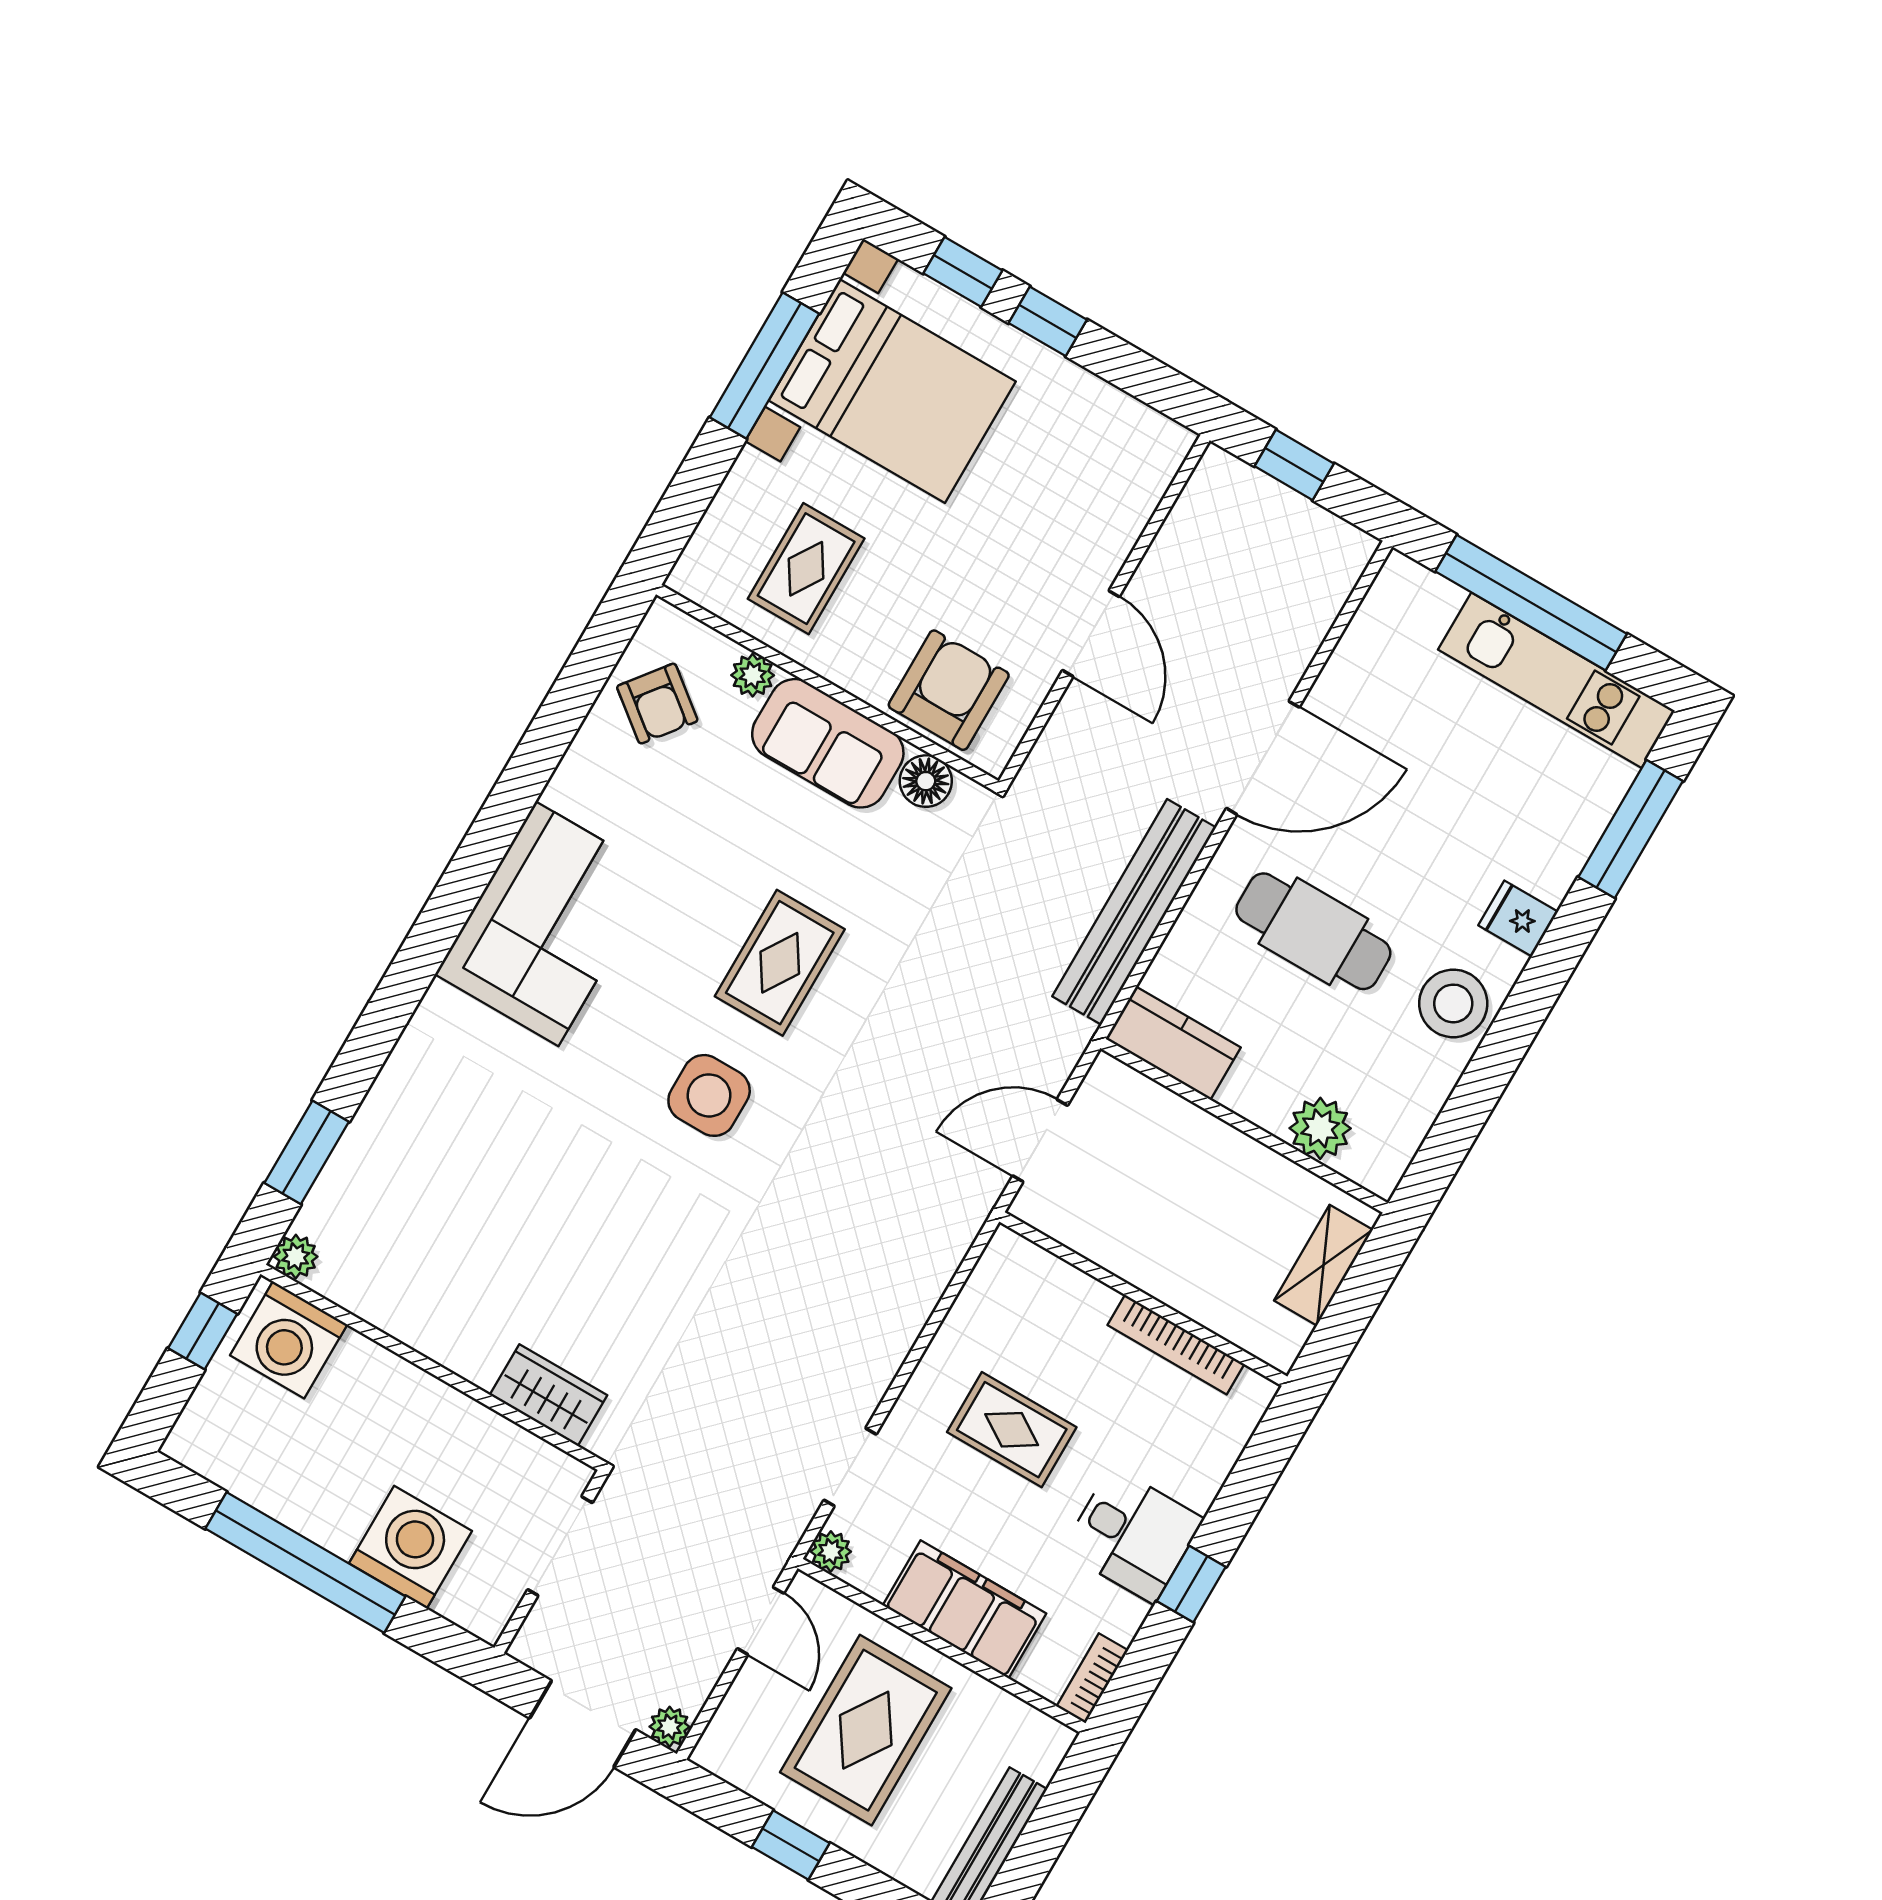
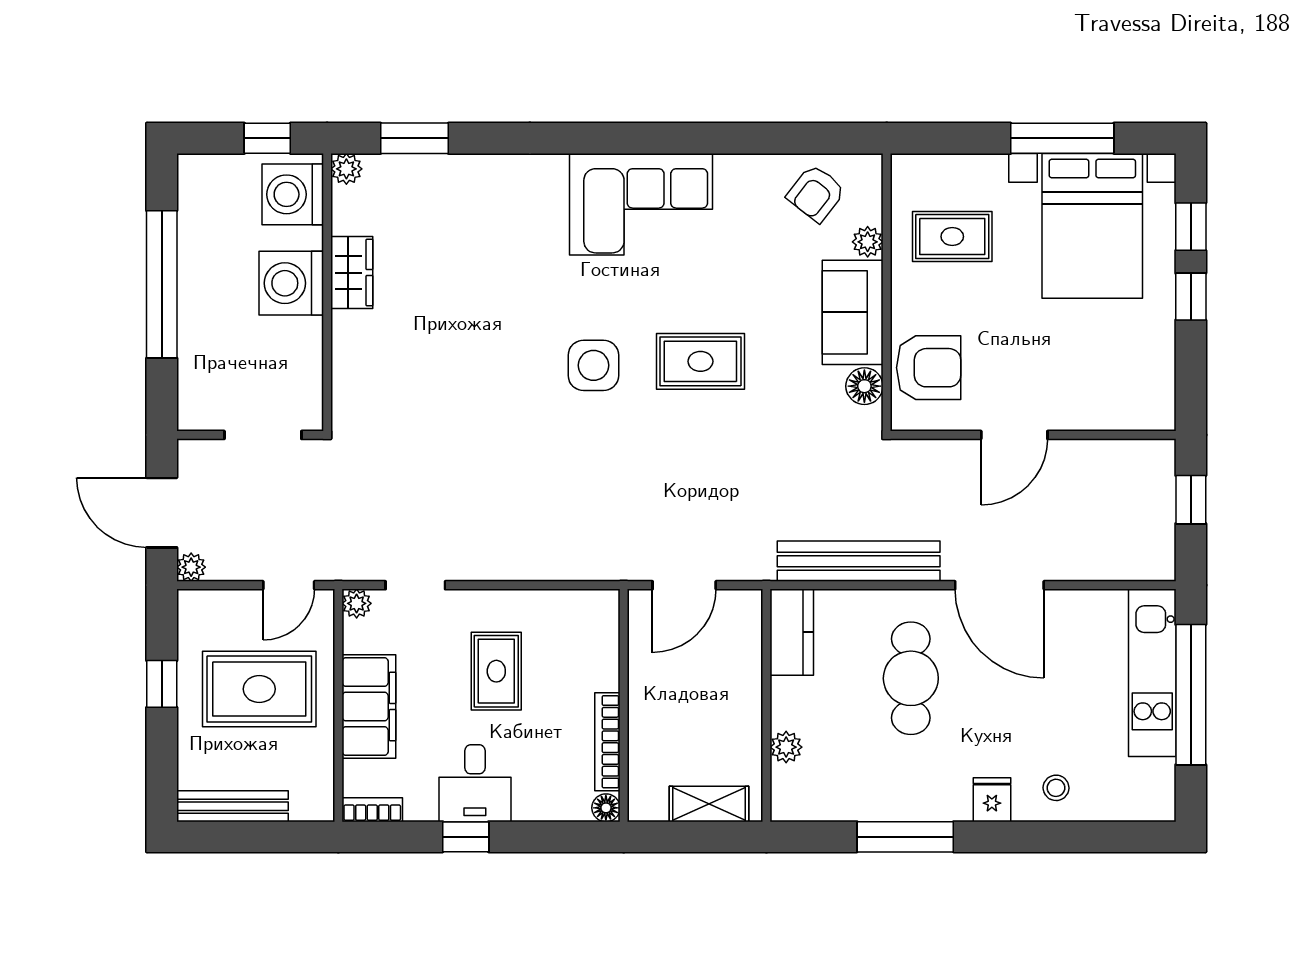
kitchen unit: (1556, 680) -> (1152, 673), moved
window: (1631, 829) -> (905, 837), moved
stool: (1453, 1003) -> (1056, 788), moved, width x0.53, depth x0.53
plant: (1320, 1128) -> (786, 747), width x0.73, depth x0.73
door: (1040, 1141) -> (684, 585), swing flipped
floor lamp: (1255, 1393) -> (606, 808), added
wardrobe: (549, 1395) -> (352, 273), moved
washing machine: (410, 1547) -> (291, 283), moved, turned 180

